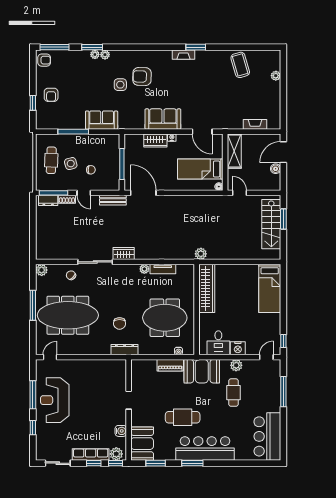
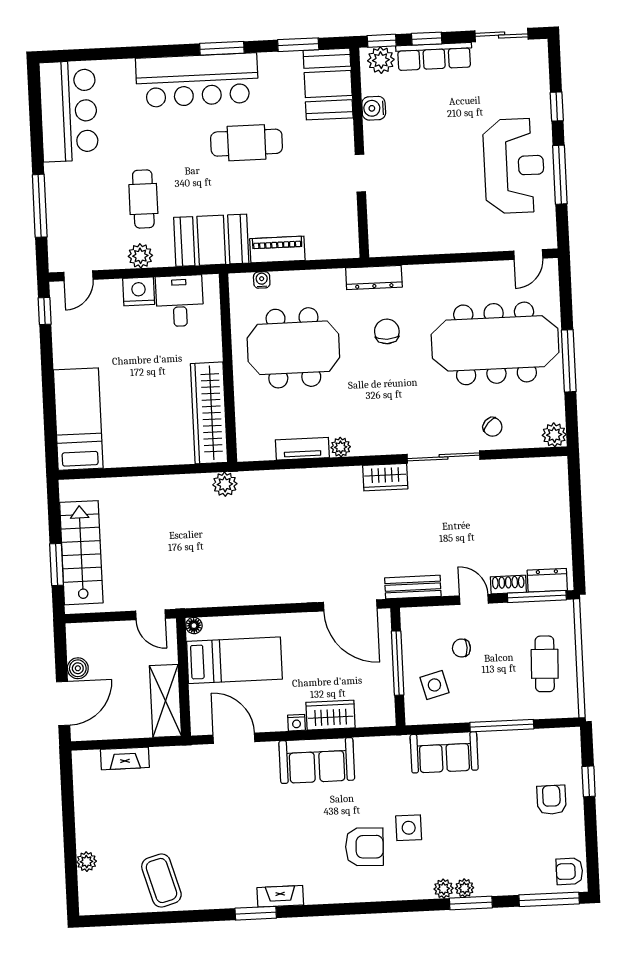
side table: (71, 164) -> (434, 685), moved

